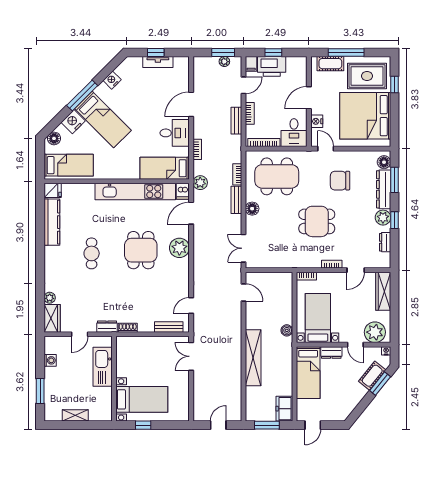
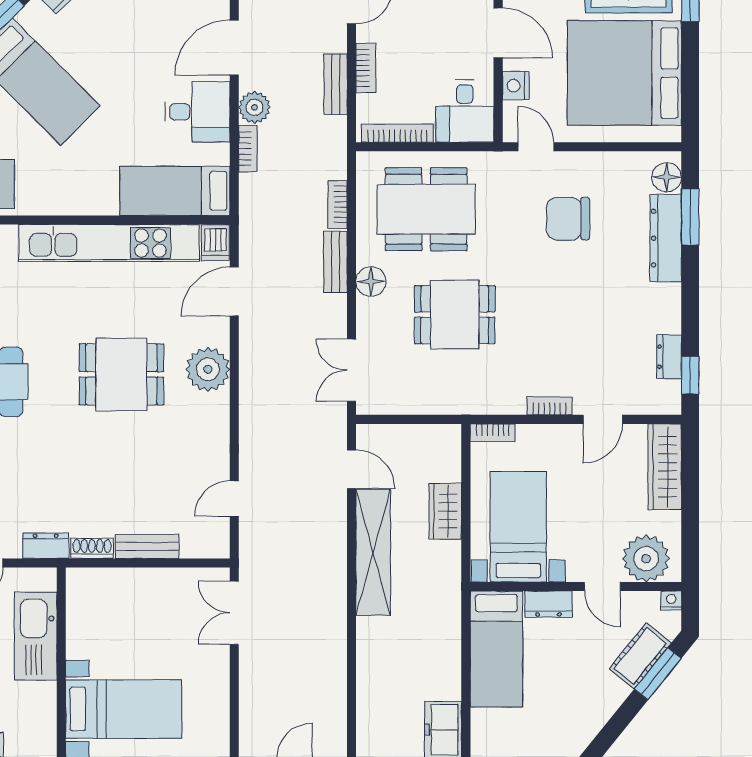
door: (309, 98) -> (498, 33), swing flipped
plant: (200, 183) -> (255, 107), moved
plant: (383, 218) -> (664, 301), removed
window: (395, 220) -> (690, 375), moved
dining table: (317, 221) -> (455, 315), moved
dining table: (141, 250) -> (121, 374), turned 90
wardrobe: (285, 311) -> (445, 511), added
bench: (169, 327) -> (147, 547), moved
boiler: (287, 330) -> (449, 554), removed
shelving: (253, 358) -> (373, 553), moved

